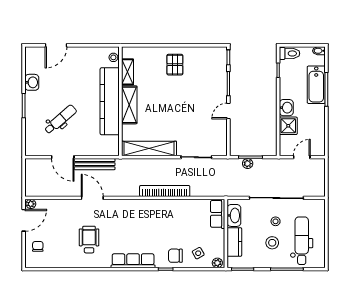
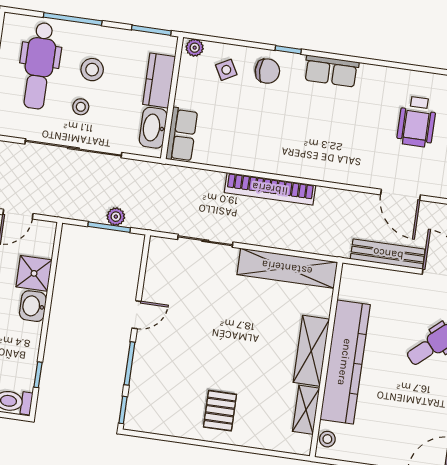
row of seats: (133, 261) -> (331, 71), width x0.68

